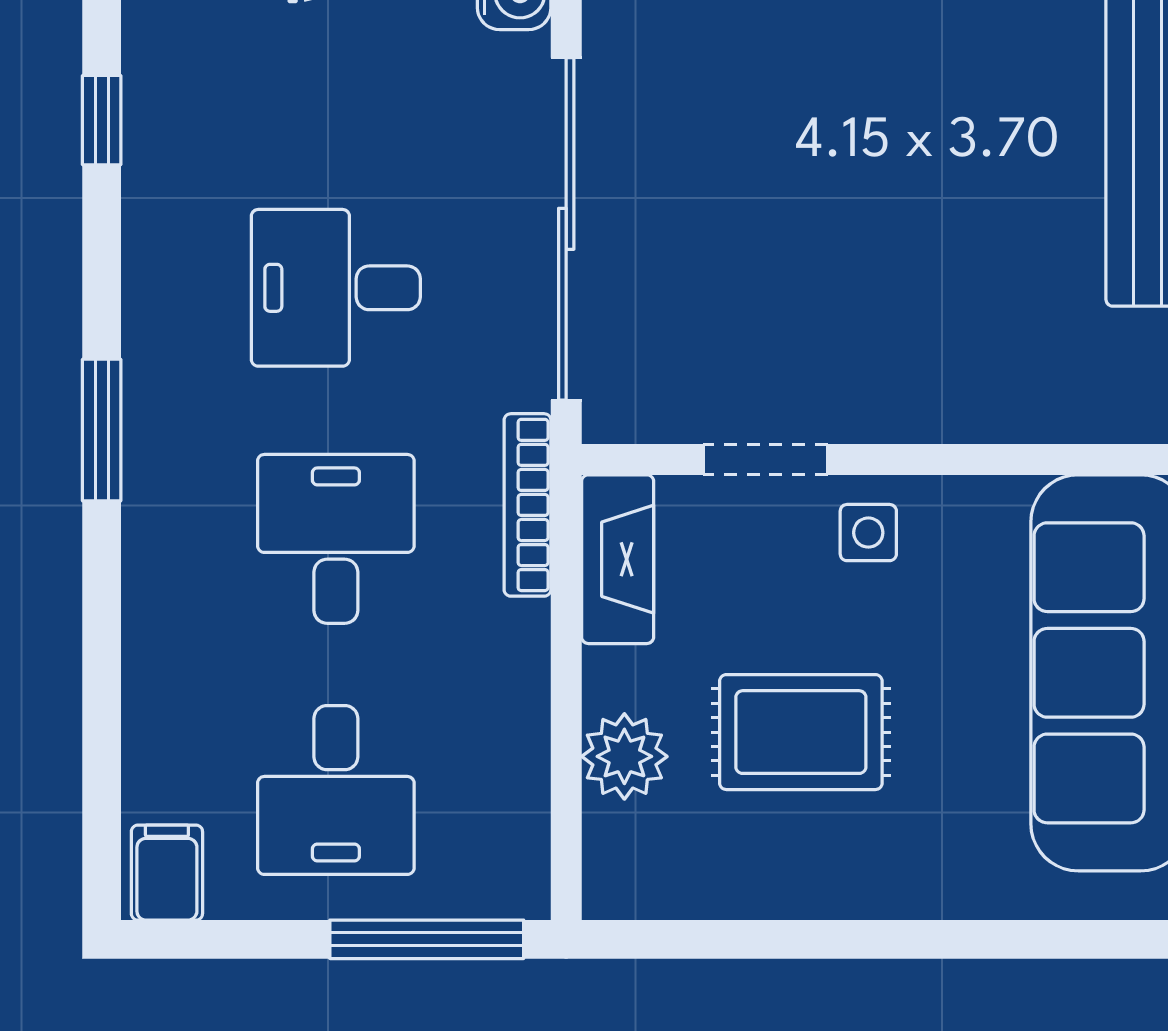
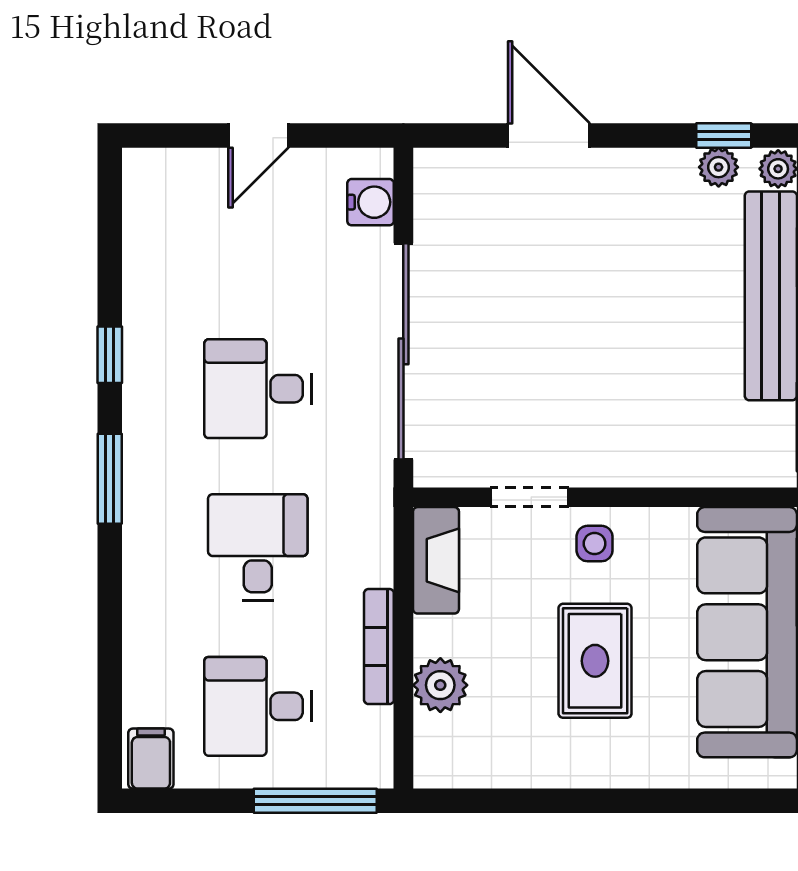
window: (102, 120) -> (110, 355), moved
bookcase: (527, 505) -> (379, 647), moved
rug: (801, 732) -> (595, 661), moved, turned 90
desk: (336, 790) -> (258, 706), turned 90

